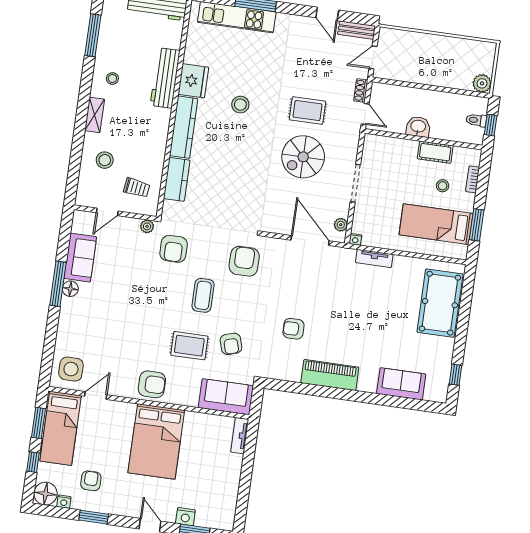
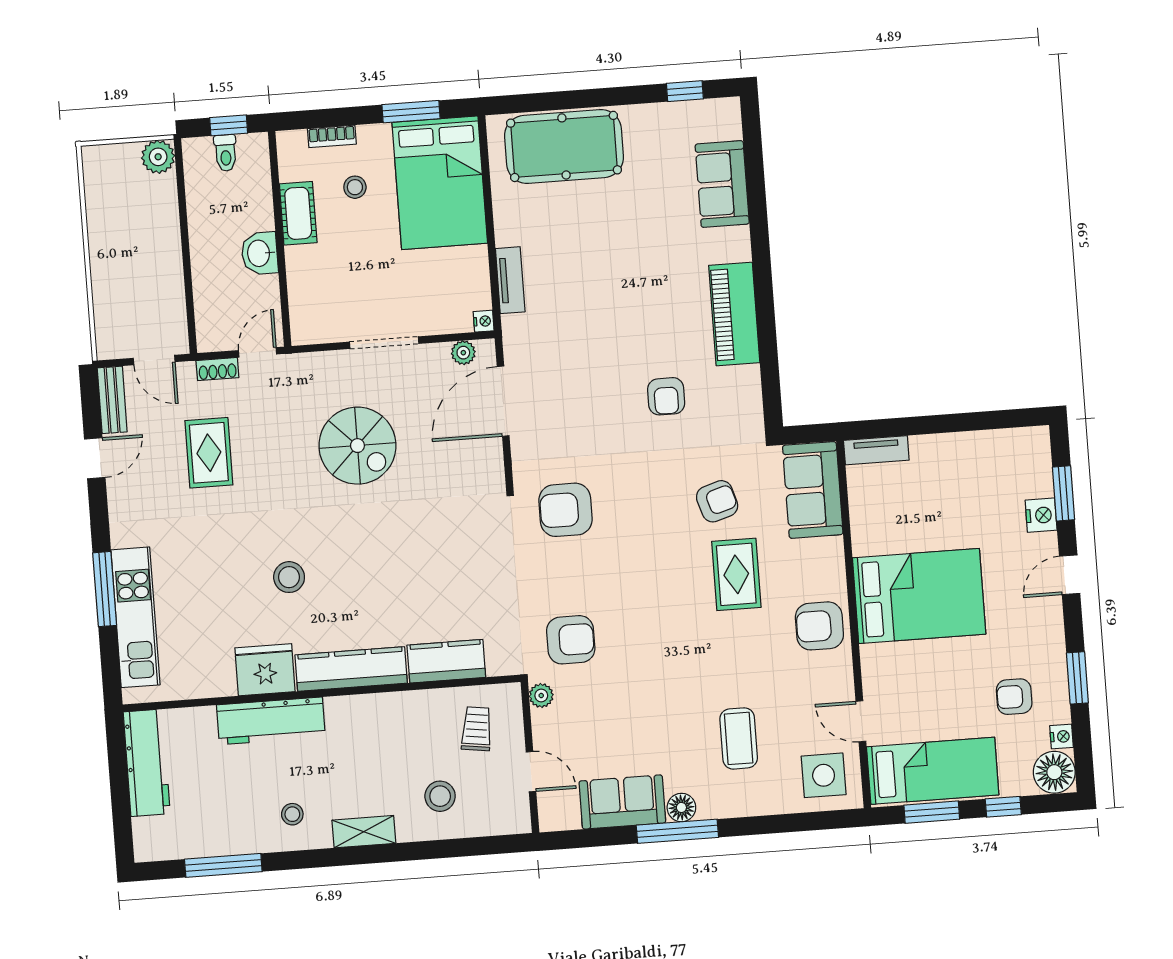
rug: (307, 111) -> (209, 453), moved
bed: (436, 224) -> (440, 183), width x1.50
coffee table: (203, 295) -> (739, 738), moved, turned 90
armchair: (152, 384) -> (819, 626), turned -90

